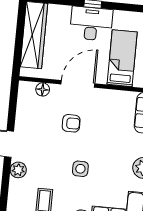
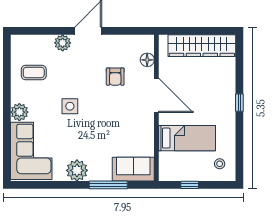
desk: (91, 24) -> (219, 103), removed
armchair: (71, 123) -> (115, 77), moved

